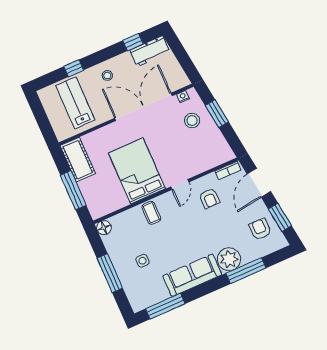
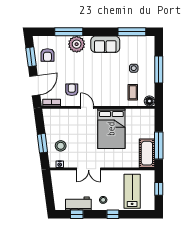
workbench: (150, 51) -> (78, 204), moved
window: (74, 68) -> (113, 214), moved
lab bench: (75, 103) -> (132, 191), turned 180
double door: (143, 107) -> (89, 169), width x0.54
window: (43, 121) -> (159, 189), added
door: (180, 184) -> (87, 107), hinge flipped
window: (73, 190) -> (159, 145), moved
coffee table: (151, 213) -> (133, 92), moved
sofa: (192, 275) -> (105, 44), width x0.73

